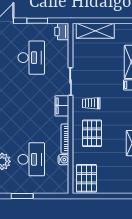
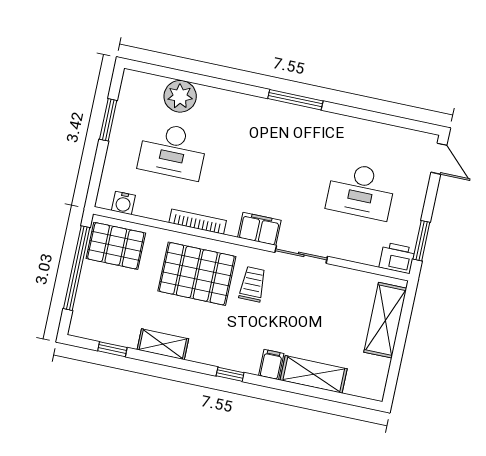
window: (37, 21) -> (421, 241), moved
pallet: (92, 133) -> (197, 274), width x1.37, depth x1.41
water cooler: (63, 160) -> (123, 203), moved
window: (102, 196) -> (77, 268), added

